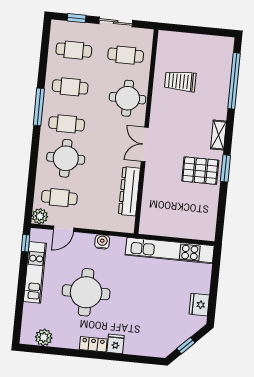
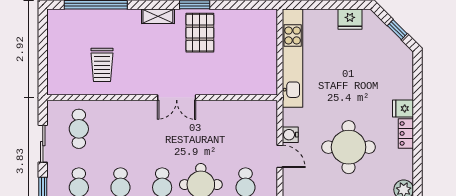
round table: (128, 98) -> (127, 122), removed
dresser: (129, 191) -> (231, 110), removed
door: (64, 229) -> (280, 156), moved

